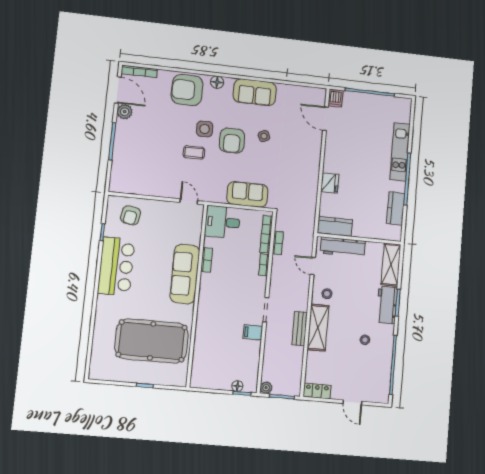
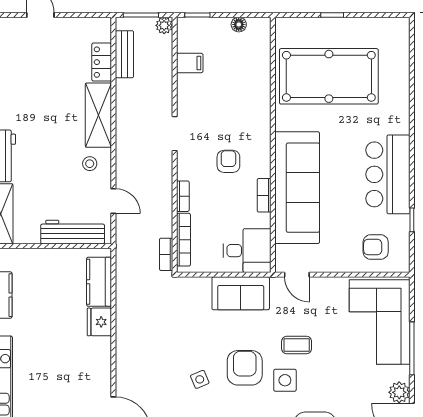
corner sofa: (133, 162) -> (380, 322), added
sofa: (247, 194) -> (241, 293), moved
armchair: (131, 215) -> (376, 247), turned -99
kitchen counter: (335, 226) -> (99, 282), moved, turned 90
bookcase: (278, 243) -> (166, 254), moved
sofa: (185, 274) -> (297, 188), width x1.36, depth x1.27
armchair: (230, 286) -> (228, 161), added
bench: (300, 329) -> (124, 54), moved
filing cabinet: (253, 332) -> (190, 63), moved
stool: (365, 340) -> (30, 104), removed
floor lamp: (237, 386) -> (239, 25), moved
locker: (317, 391) -> (102, 62), moved, turned 90

